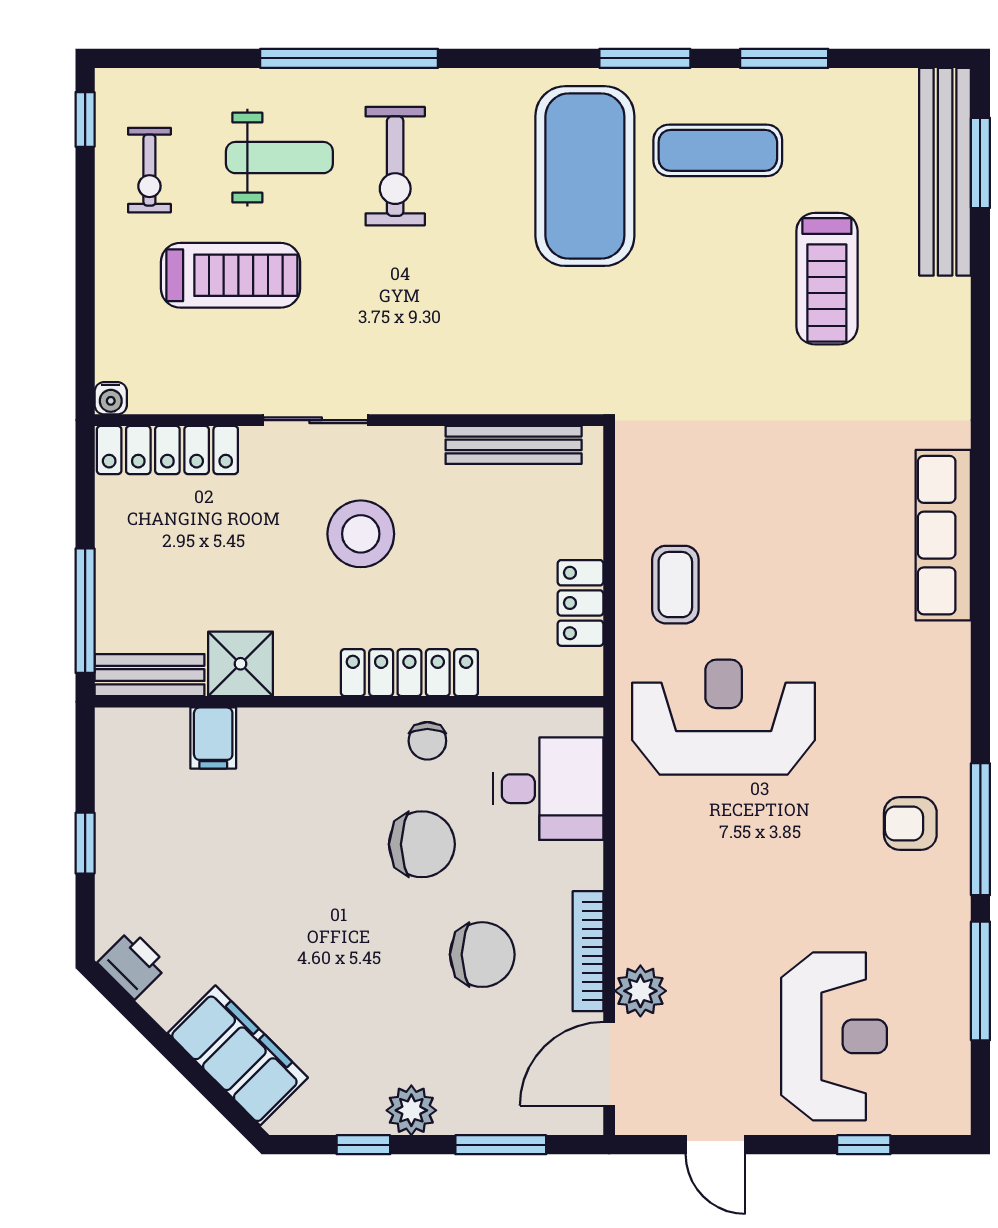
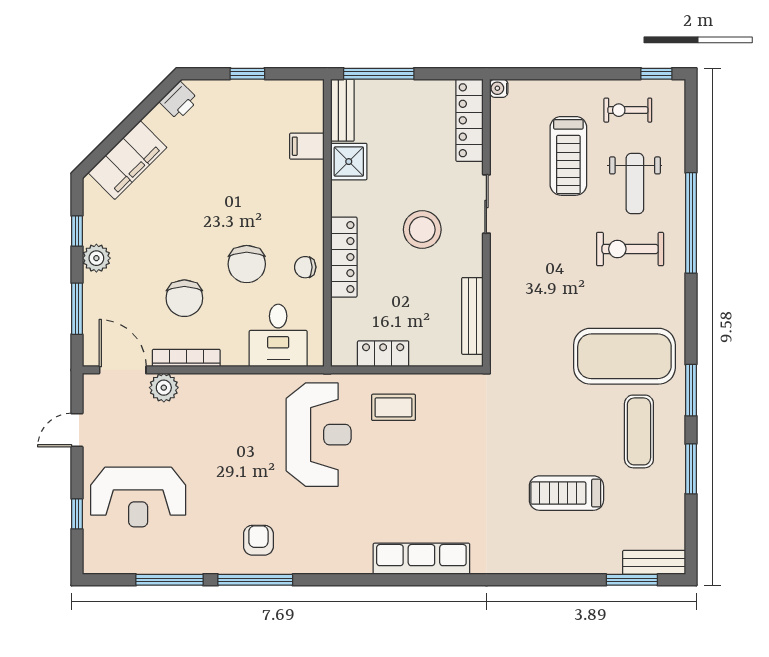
bench: (945, 172) -> (654, 562), width x0.54, depth x0.82

